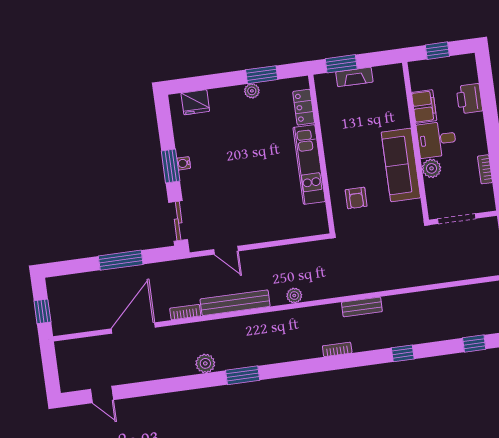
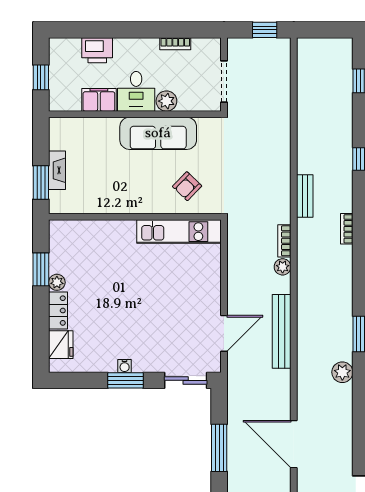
locker: (304, 107) -> (58, 311), moved, turned -90
kitchen unit: (309, 164) -> (179, 232), moved
armchair: (356, 198) -> (187, 186), turned 134
door: (226, 250) -> (224, 333), width x1.38
bookcase: (185, 312) -> (284, 241), moved

